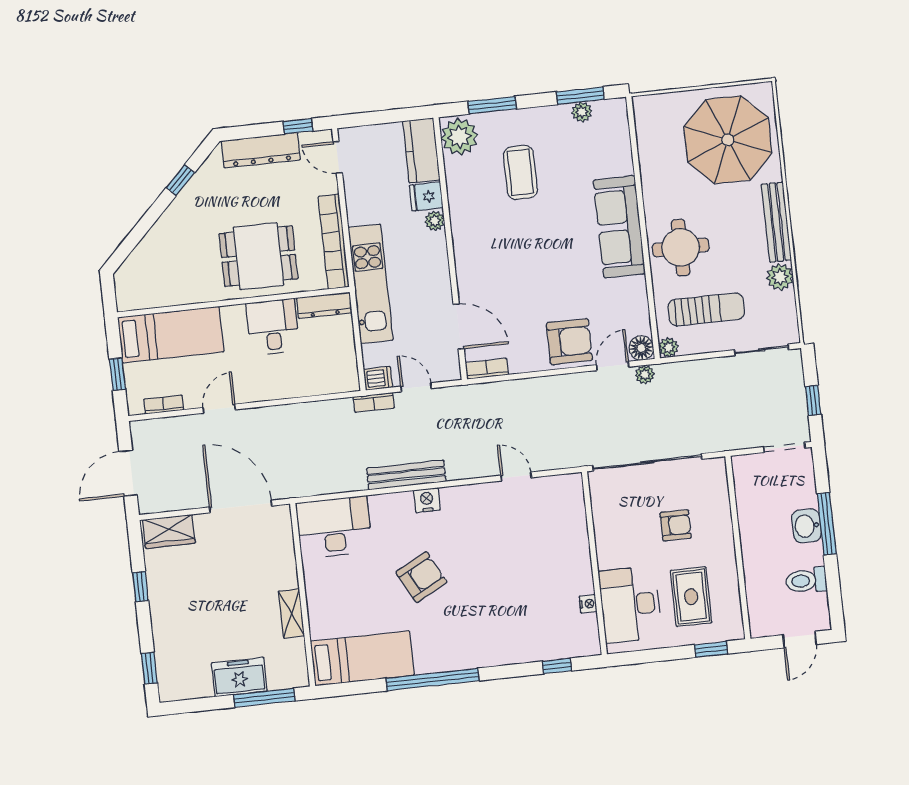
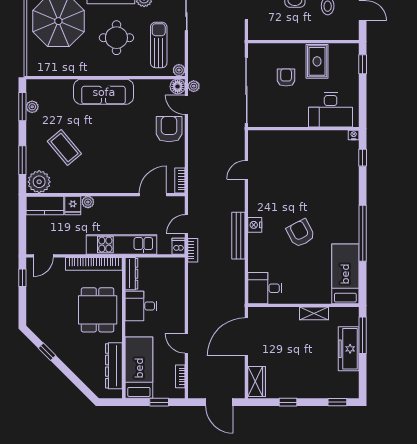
dresser: (261, 150) -> (114, 366), moved, turned 180
coffee table: (520, 172) -> (64, 148), turned 50
round table: (681, 247) -> (116, 38), moved
desk: (334, 527) -> (265, 288), width x0.73
rug: (691, 597) -> (317, 61), moved, turned 90
nightstand: (588, 604) -> (354, 135), moved
freezer: (239, 677) -> (349, 349), width x1.40

